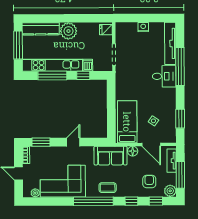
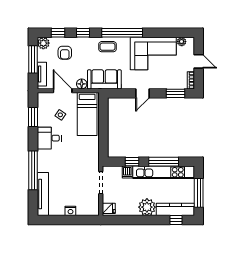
window: (40, 18) -> (176, 220), added
desk: (164, 76) -> (49, 138), moved

